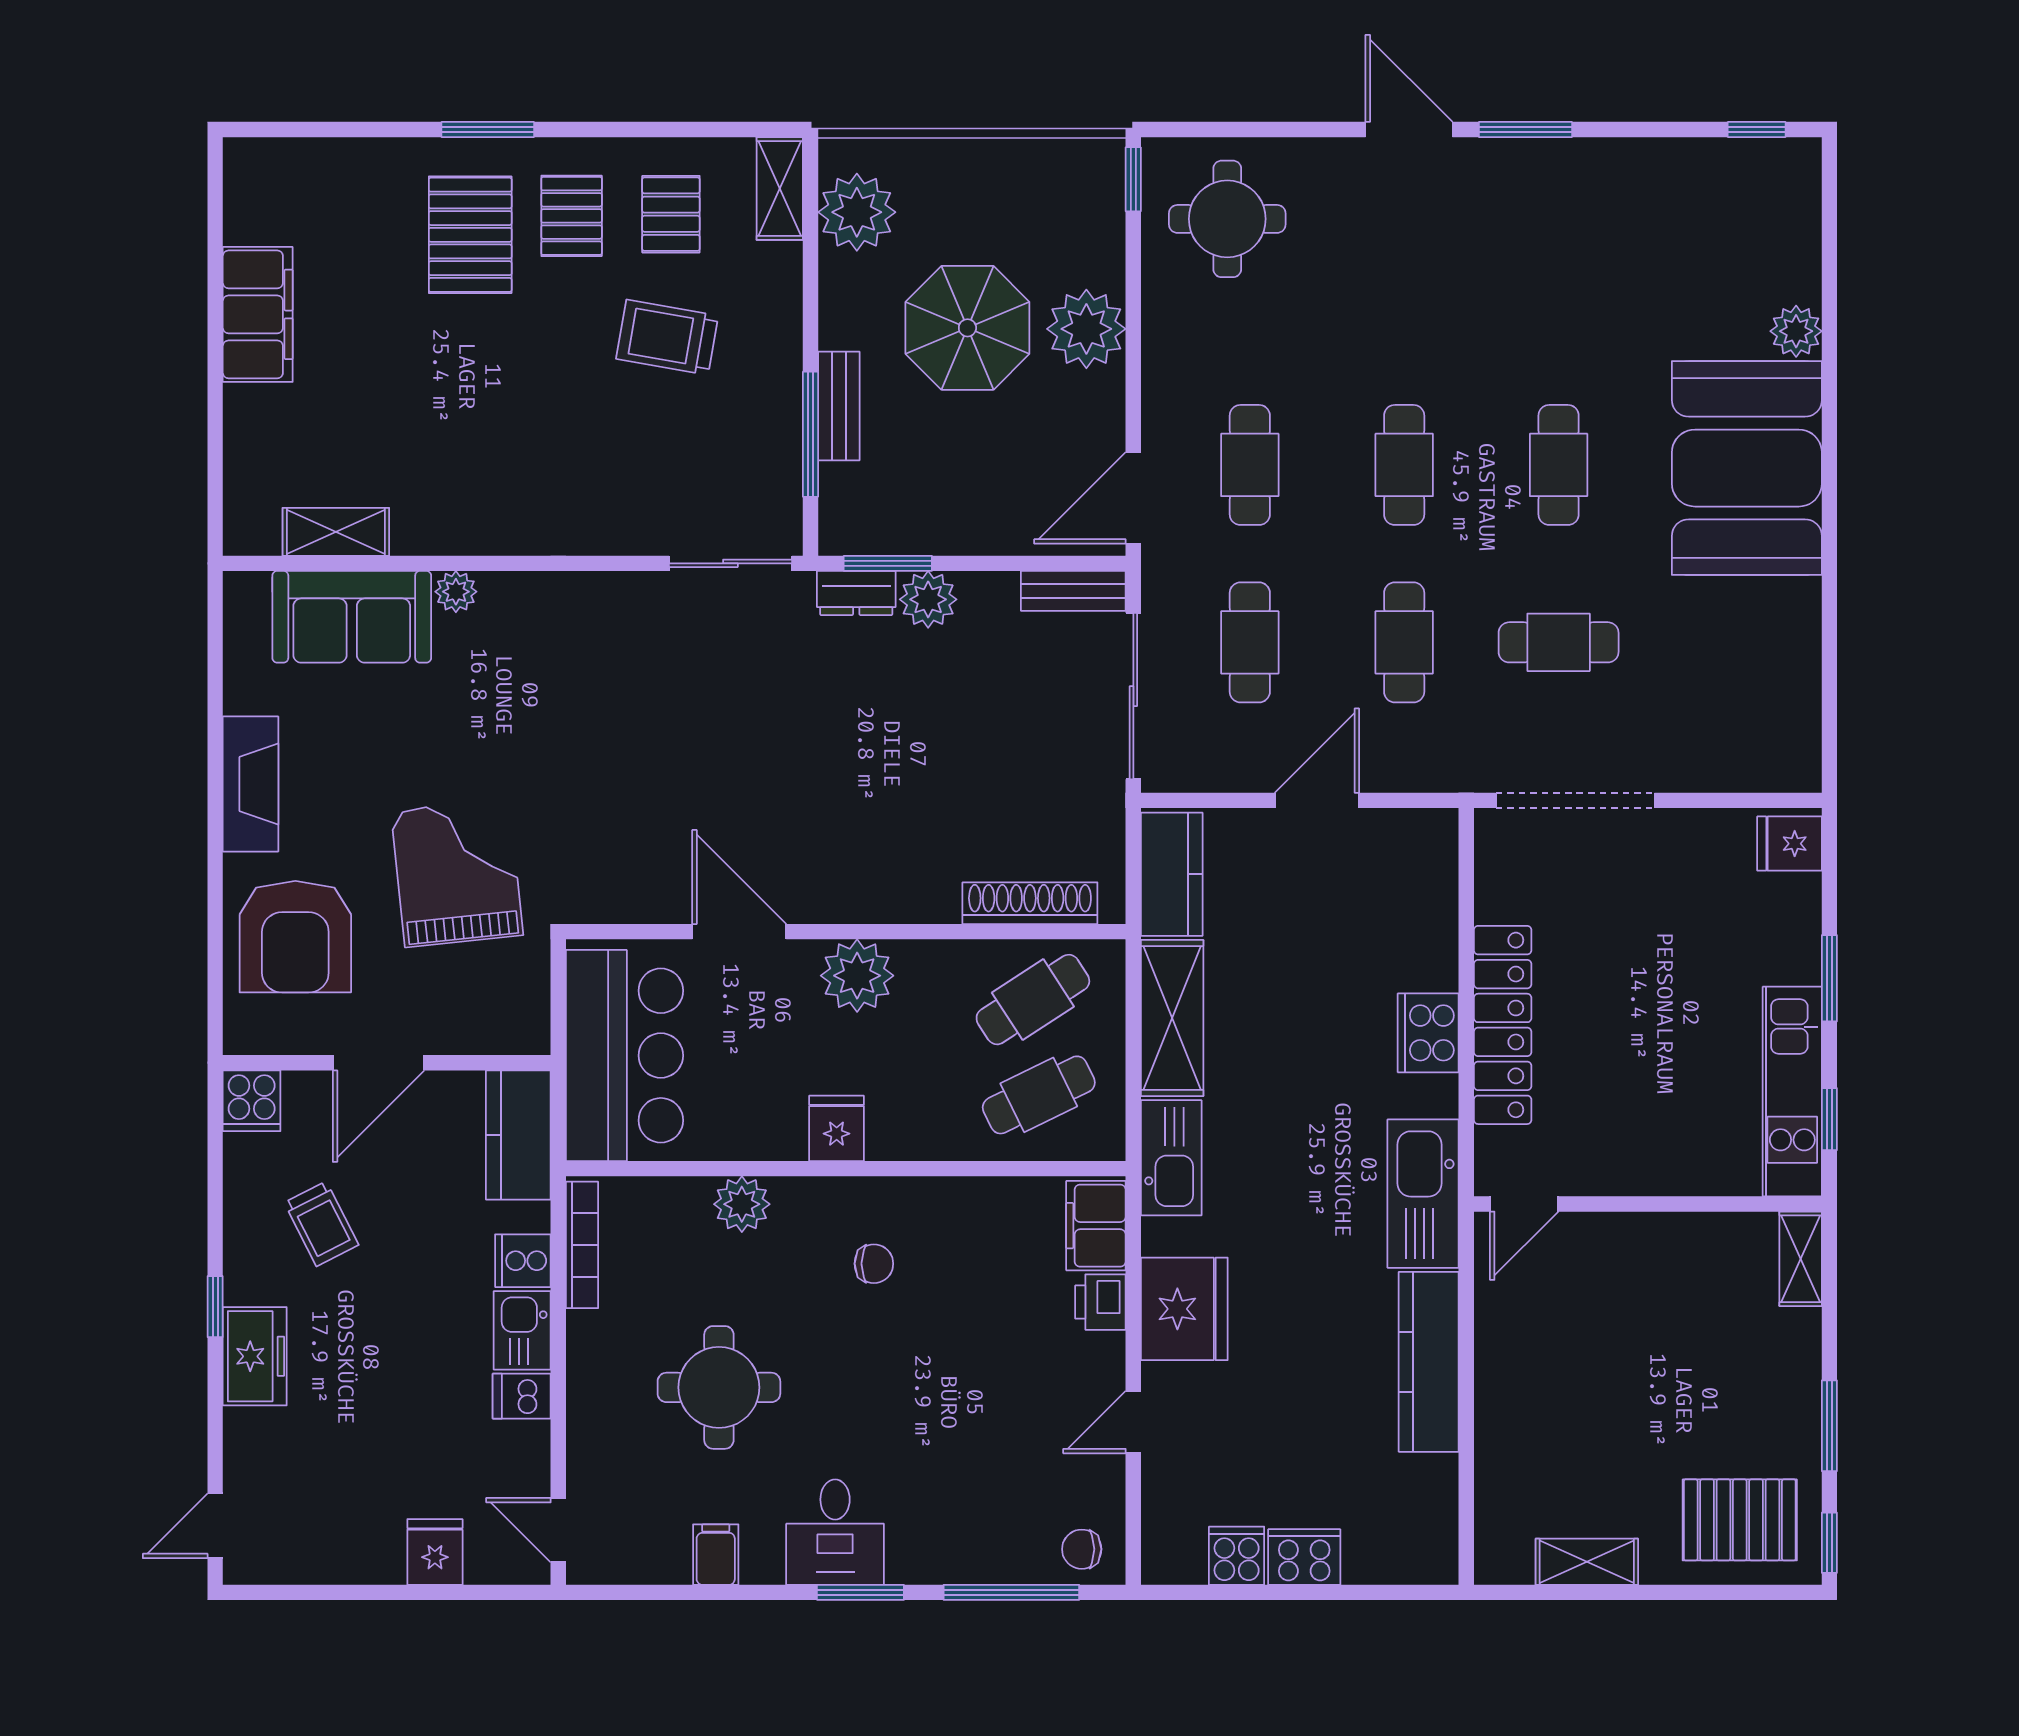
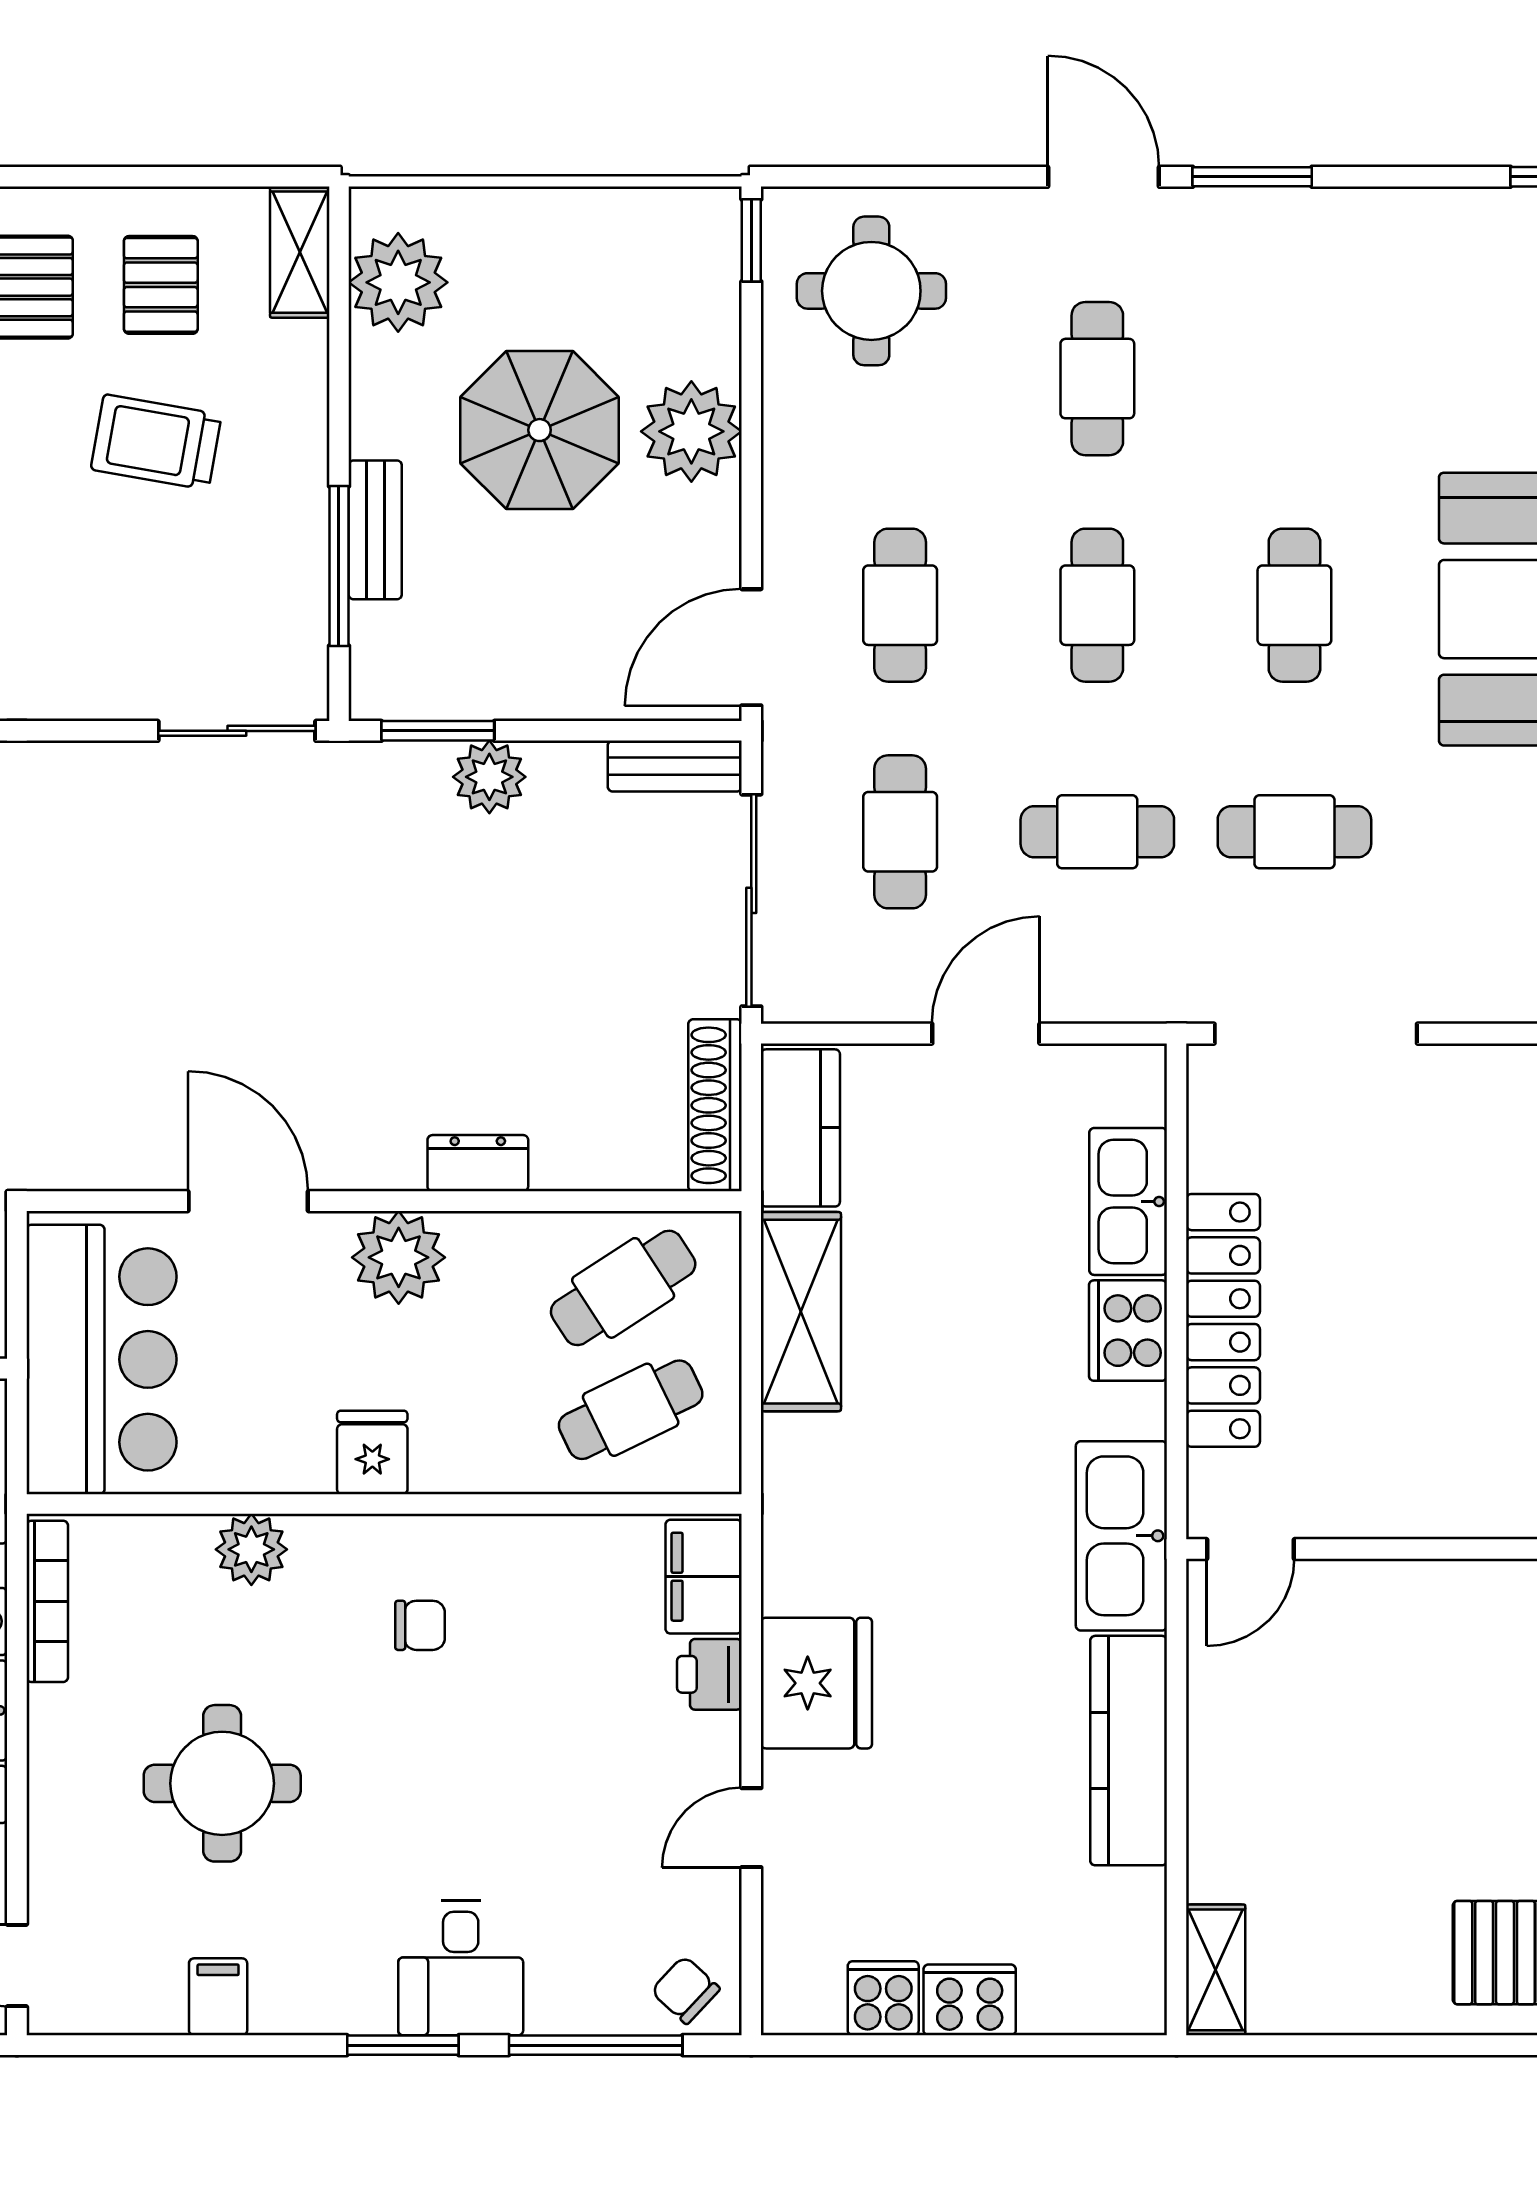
cafe table: (1404, 288) -> (1097, 379), added
dresser: (856, 593) -> (478, 1163), moved, turned 180
cafe table: (1404, 642) -> (1097, 832), turned 90
shoe rack: (1030, 903) -> (715, 1105), moved, turned -90
kitchen sink: (1171, 1158) -> (1128, 1201), moved, turned 180
desk: (835, 1532) -> (461, 1968), moved
chair: (1082, 1549) -> (685, 1990), turned 43
shelving: (1587, 1562) -> (1216, 1970), moved, turned 90

